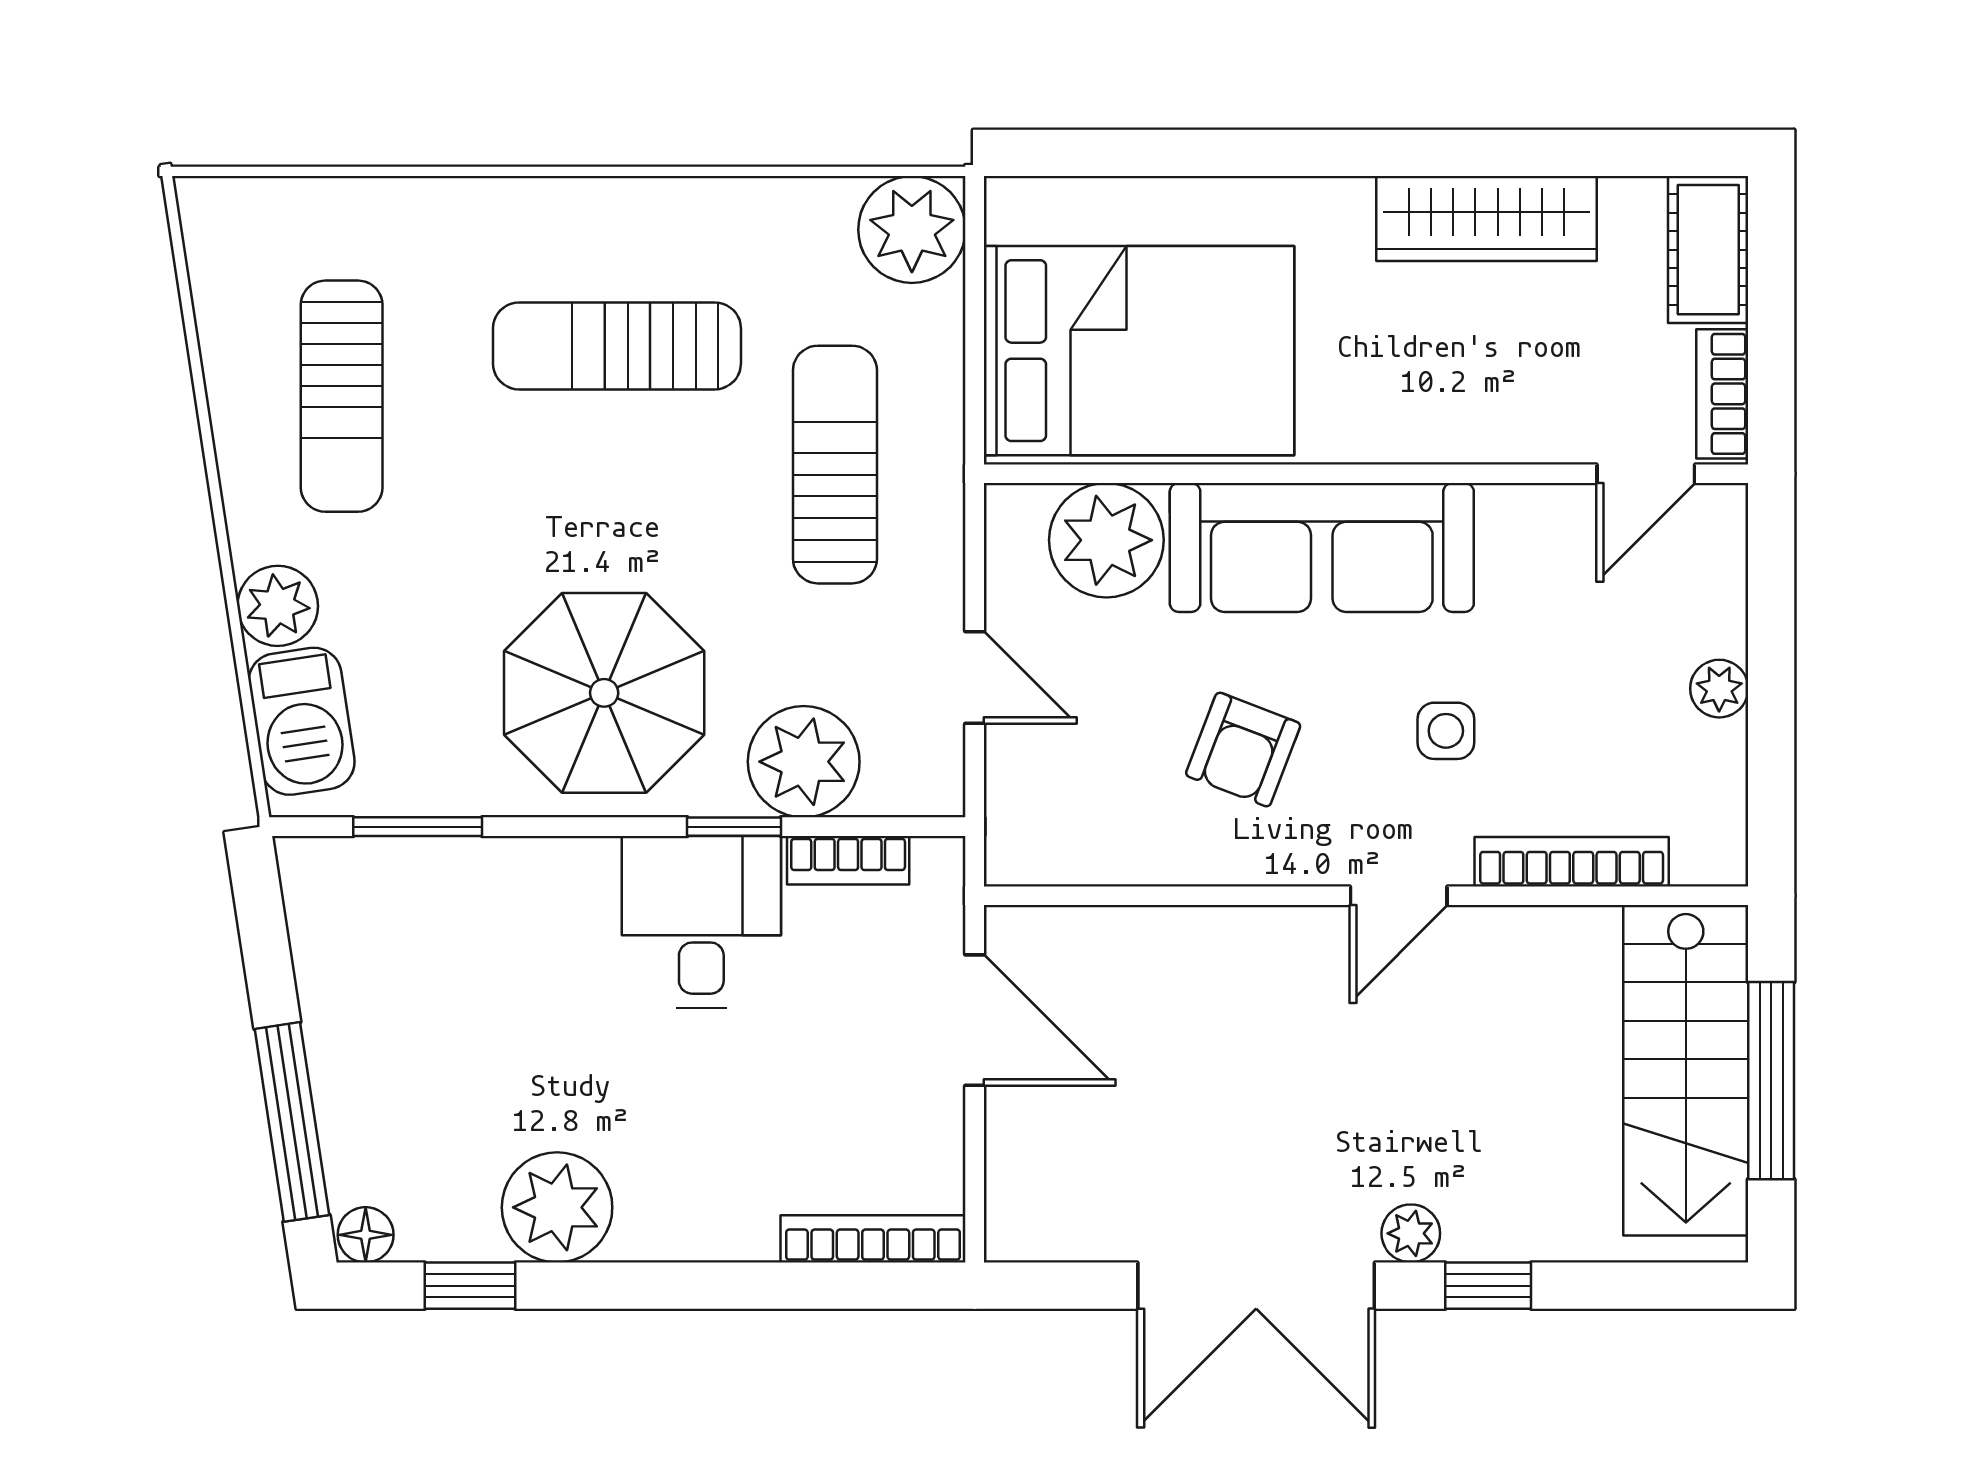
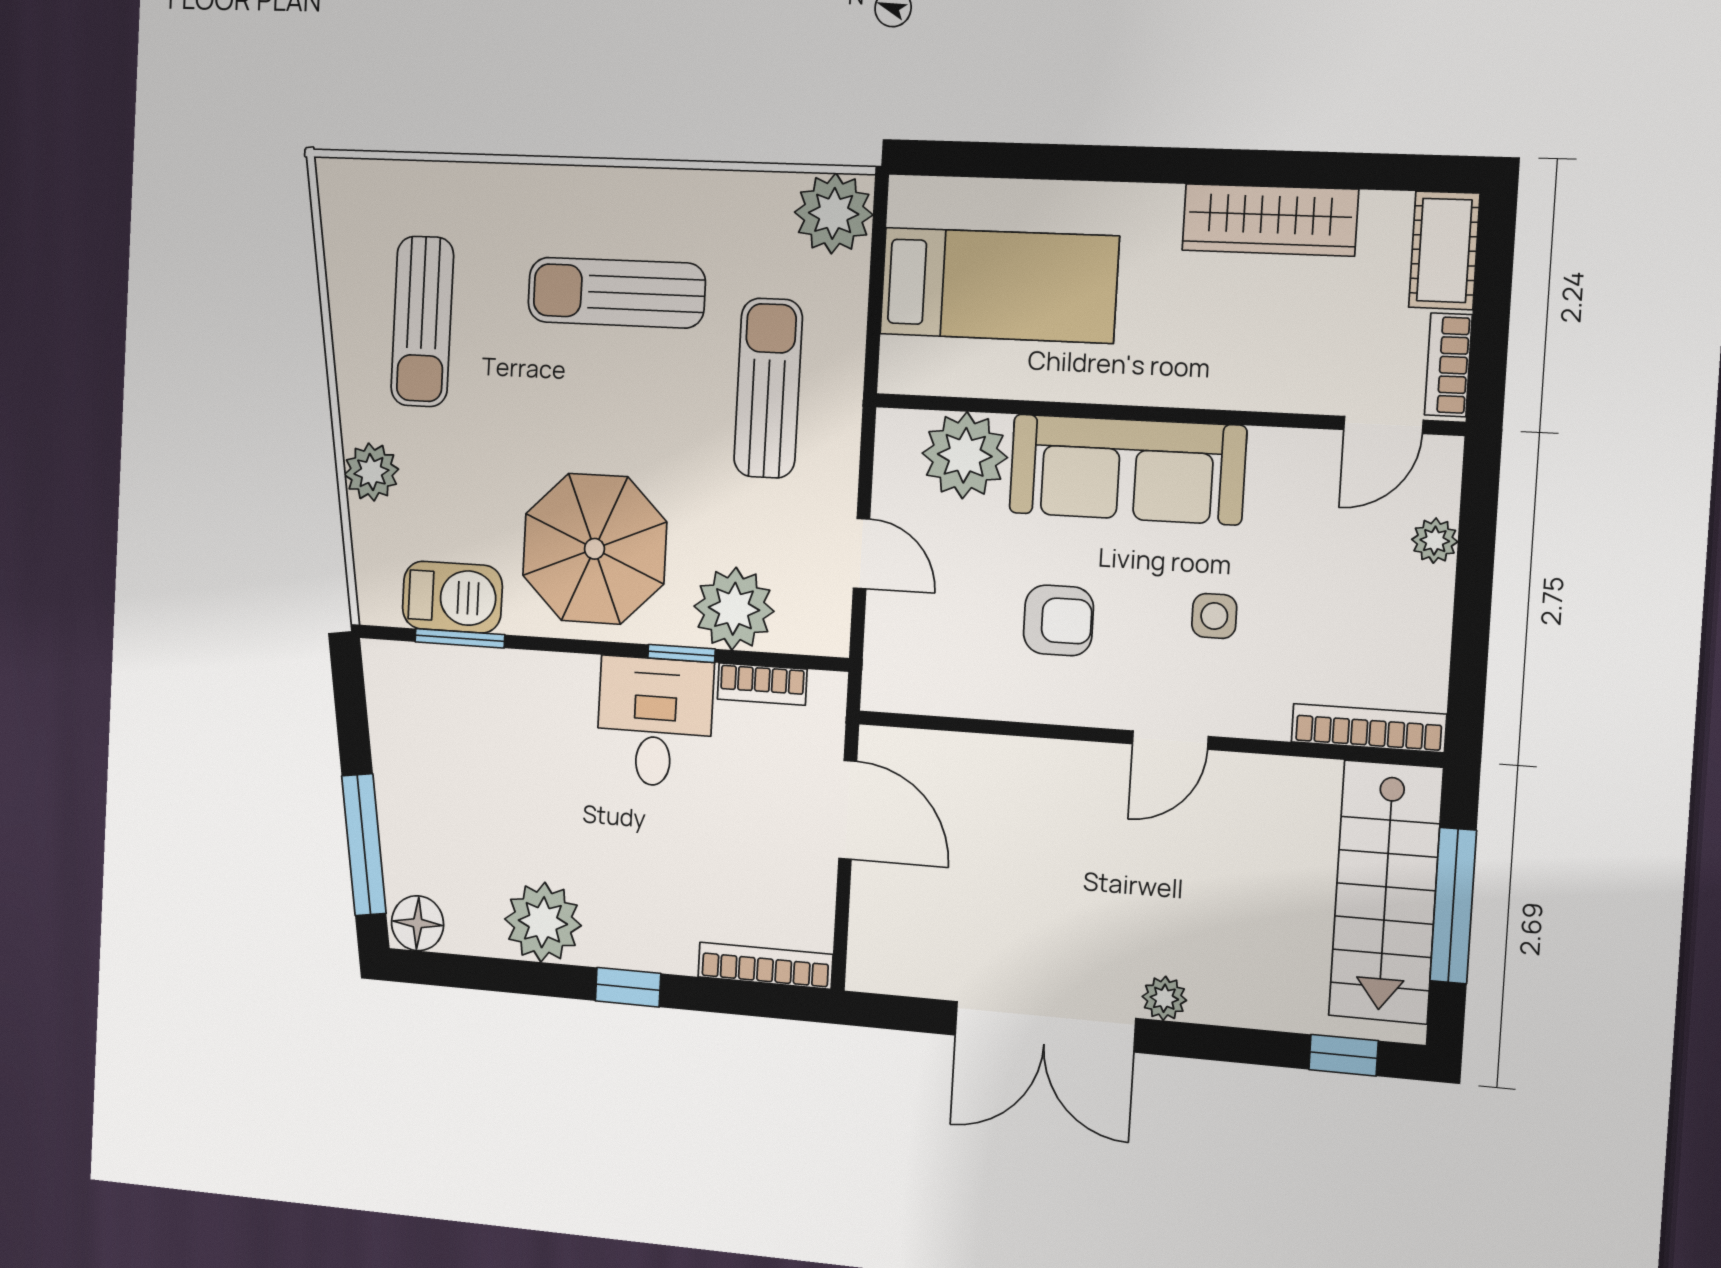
bed: (1139, 351) -> (999, 285), width x0.67
plant: (1719, 689) -> (1435, 541), moved
barbecue: (302, 721) -> (452, 597), moved, turned -81
armchair: (1243, 750) -> (1058, 620), turned -111
bookcase: (1572, 862) -> (1369, 728), moved
floor lamp: (366, 1235) -> (418, 923), width x1.37, depth x1.37
window: (470, 1286) -> (628, 987), moved
window: (1488, 1286) -> (1344, 1055), moved

